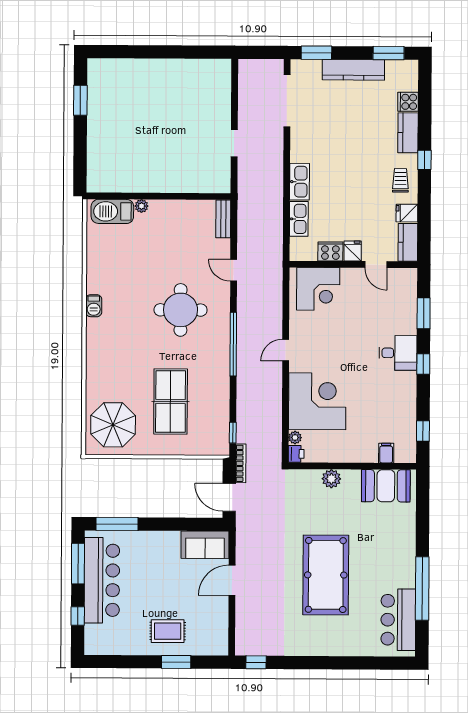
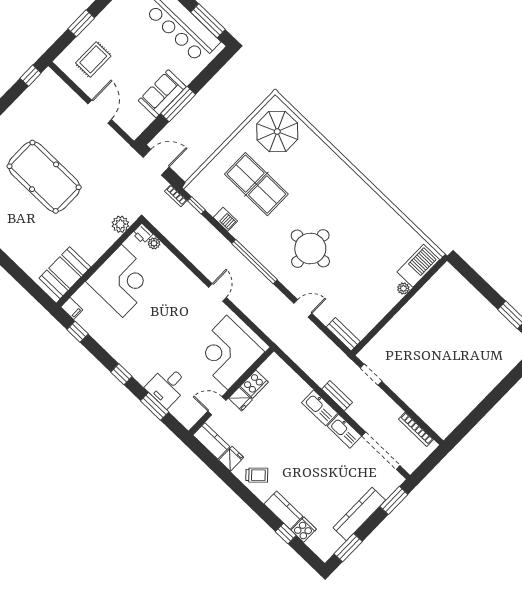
bookcase: (243, 89) -> (416, 429), added
doorway: (234, 143) -> (371, 375), moved
window: (424, 160) -> (286, 533), moved
bench: (277, 177) -> (337, 396), added
trolley: (400, 180) -> (257, 475), turned -43
kitchen sink: (299, 219) -> (344, 431), moved
corner desk: (318, 289) -> (227, 353), width x1.36, depth x1.36
barbecue: (94, 306) -> (225, 219), moved, turned 180
desk: (398, 353) -> (167, 386), moved
corner desk: (317, 401) -> (122, 281), moved, turned -90
filing cabinet: (386, 453) -> (72, 308), moved
bookcase: (241, 463) -> (176, 196), width x0.64
plant: (331, 479) -> (120, 224), moved
window: (117, 524) -> (178, 104), moved
sofa: (205, 545) -> (162, 94), moved
rug: (168, 631) -> (93, 59), moved

